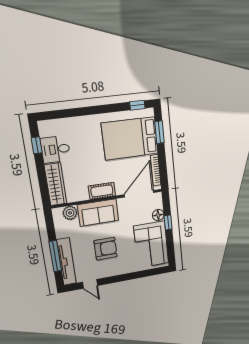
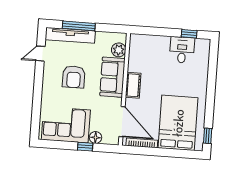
window: (160, 132) -> (178, 153), removed
wardrobe: (56, 184) -> (149, 43), removed

